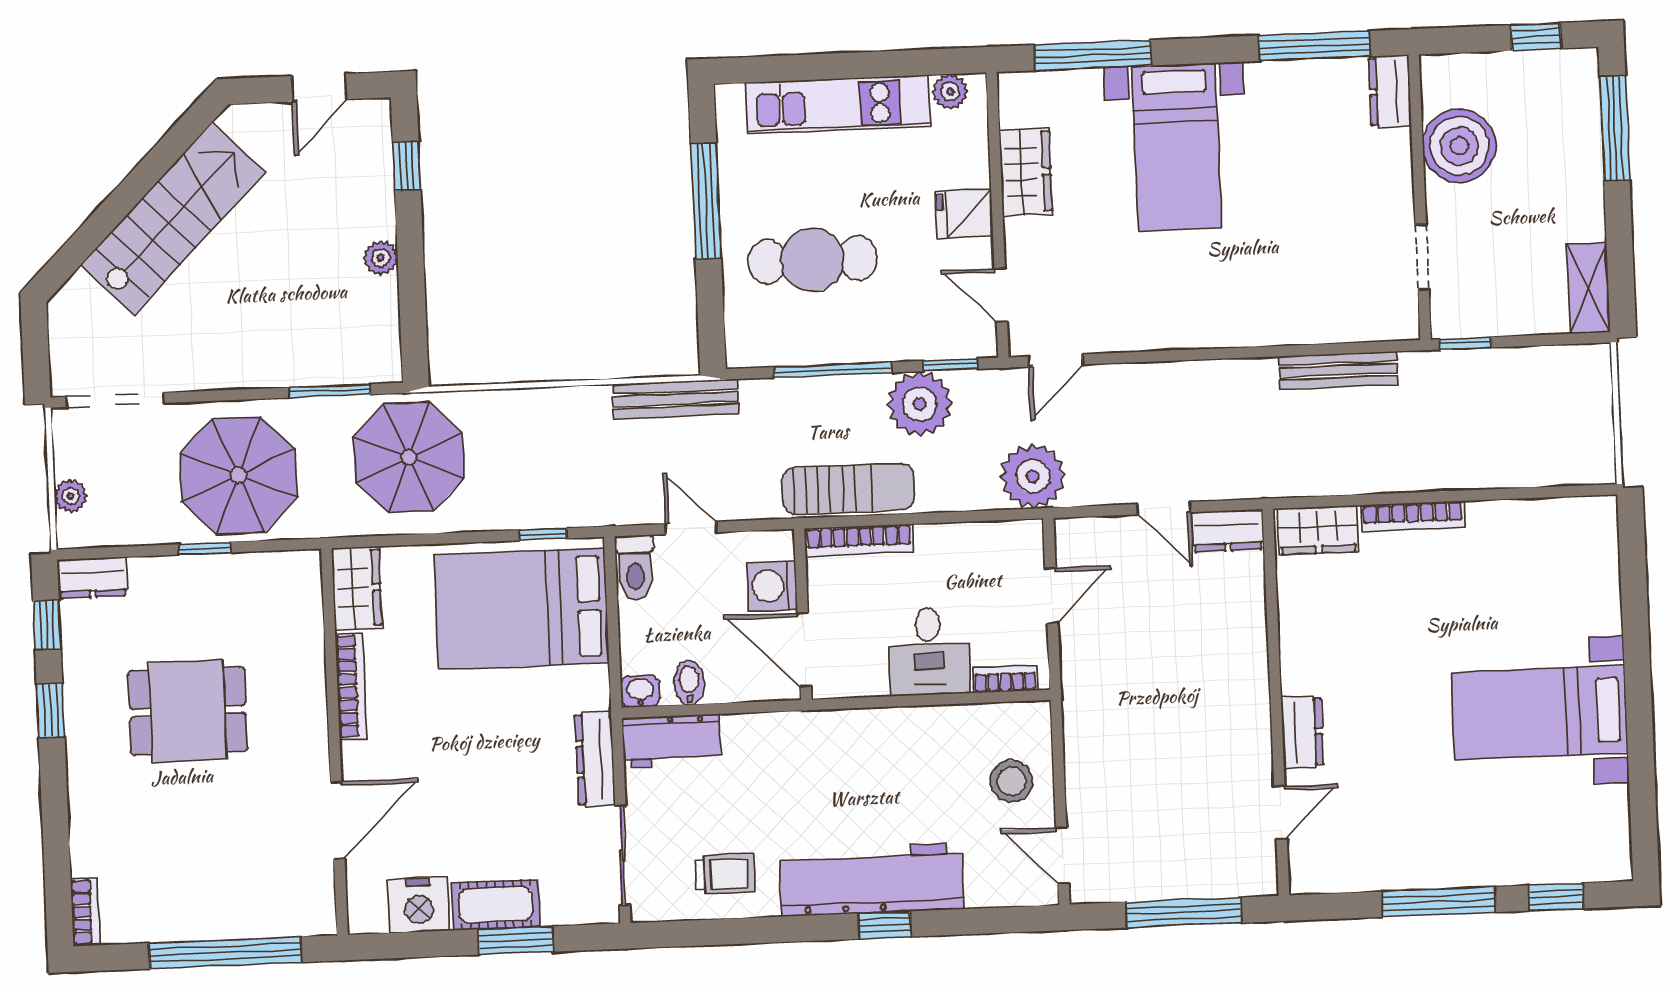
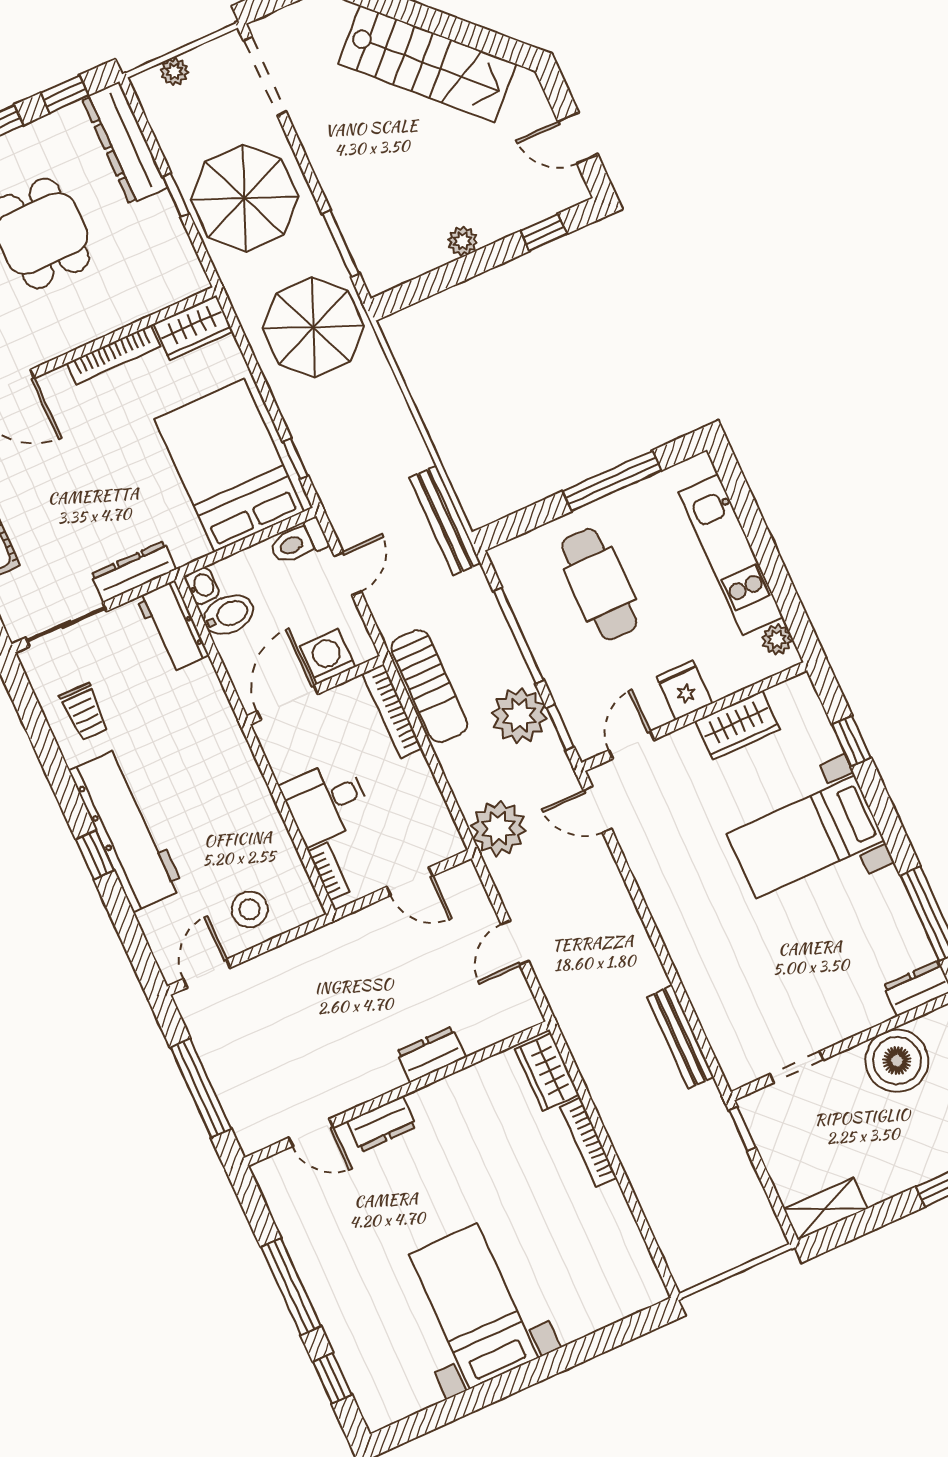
window: (1093, 55) -> (851, 741), width x0.46
dresser: (1228, 531) -> (431, 1054), moved, turned 90
dresser: (92, 578) -> (125, 143), width x1.96, depth x1.24
bidet: (689, 683) -> (229, 615), width x1.38, depth x1.36

